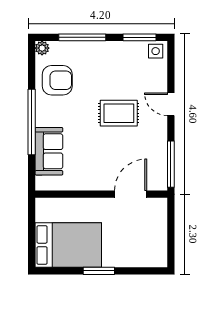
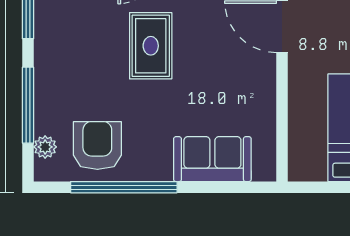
plant: (42, 48) -> (45, 147), moved
window: (32, 122) -> (124, 187), moved

